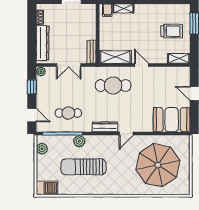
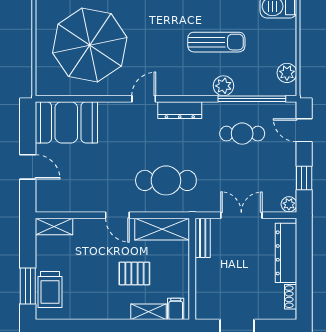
pallet: (132, 31) -> (134, 274), added
trolley: (172, 31) -> (50, 289), moved, turned -90
sun lounger: (83, 167) -> (216, 42), width x0.73, depth x0.75

